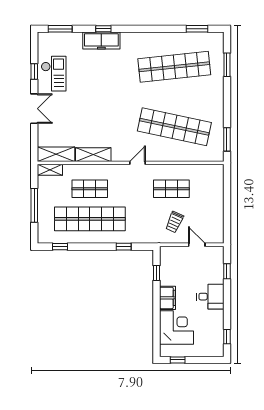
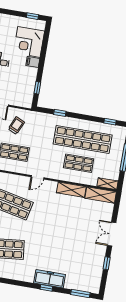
checkout: (54, 74) -> (92, 259), removed
filing cabinet: (167, 298) -> (33, 62), width x0.50

